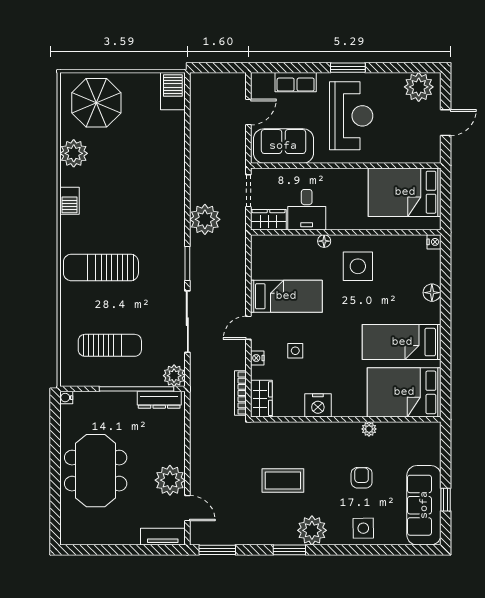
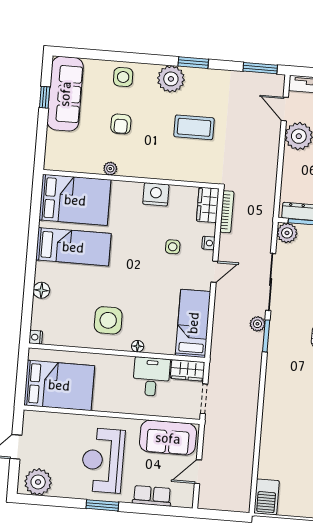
plant: (205, 219) -> (257, 324), moved, width x0.53, depth x0.53
bed: (286, 296) -> (193, 323), moved, turned 90

